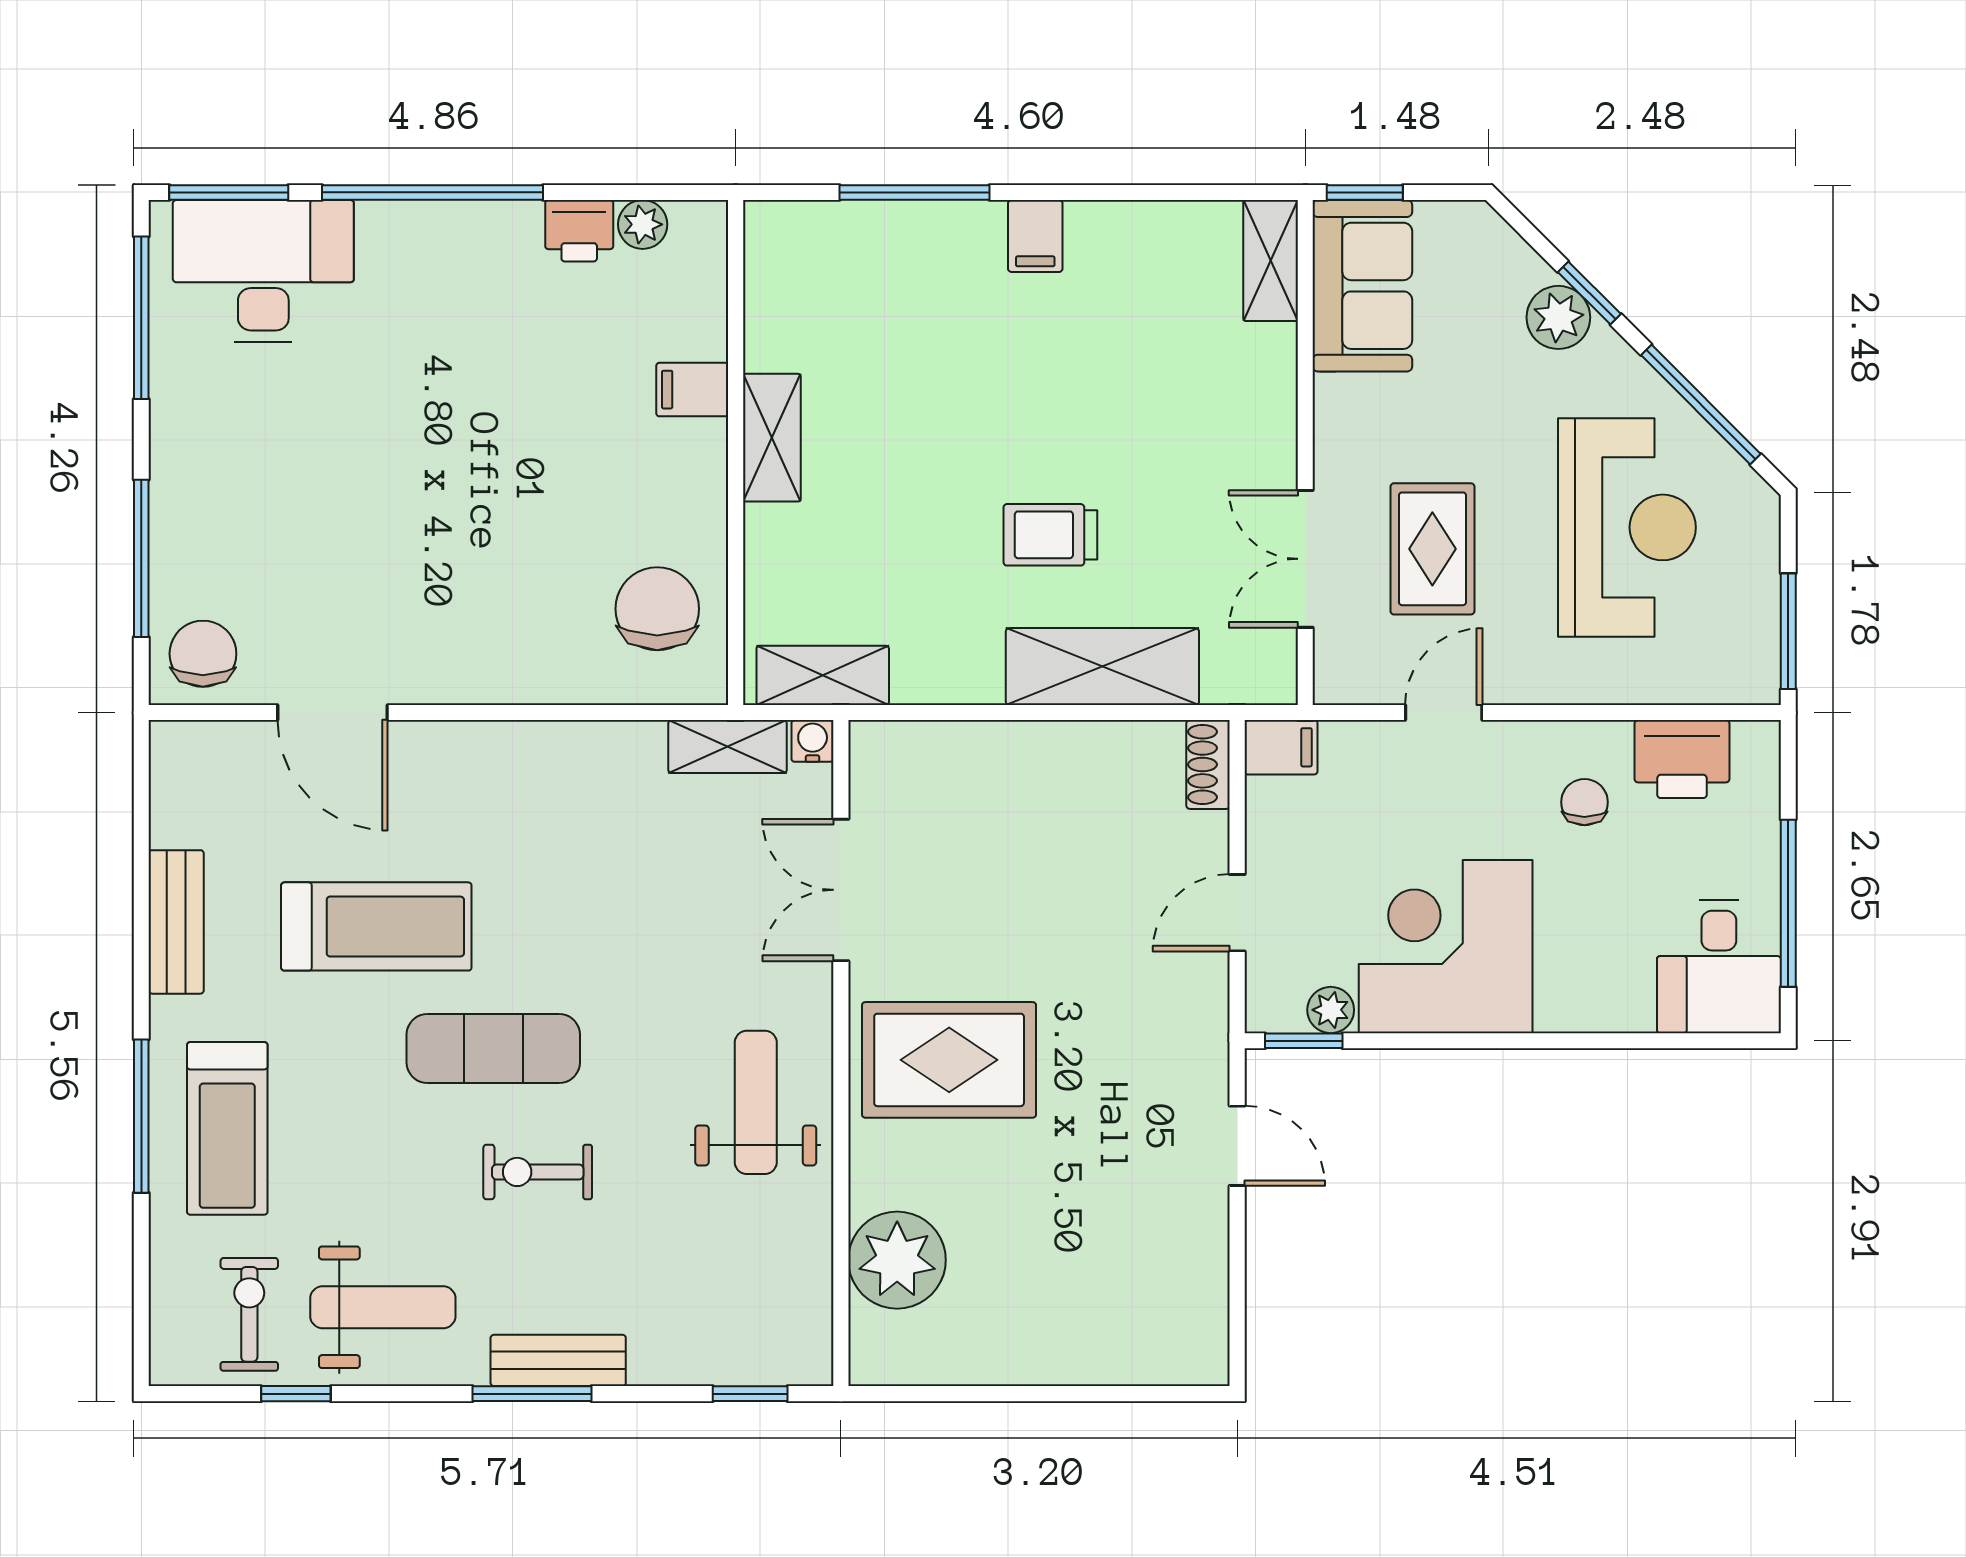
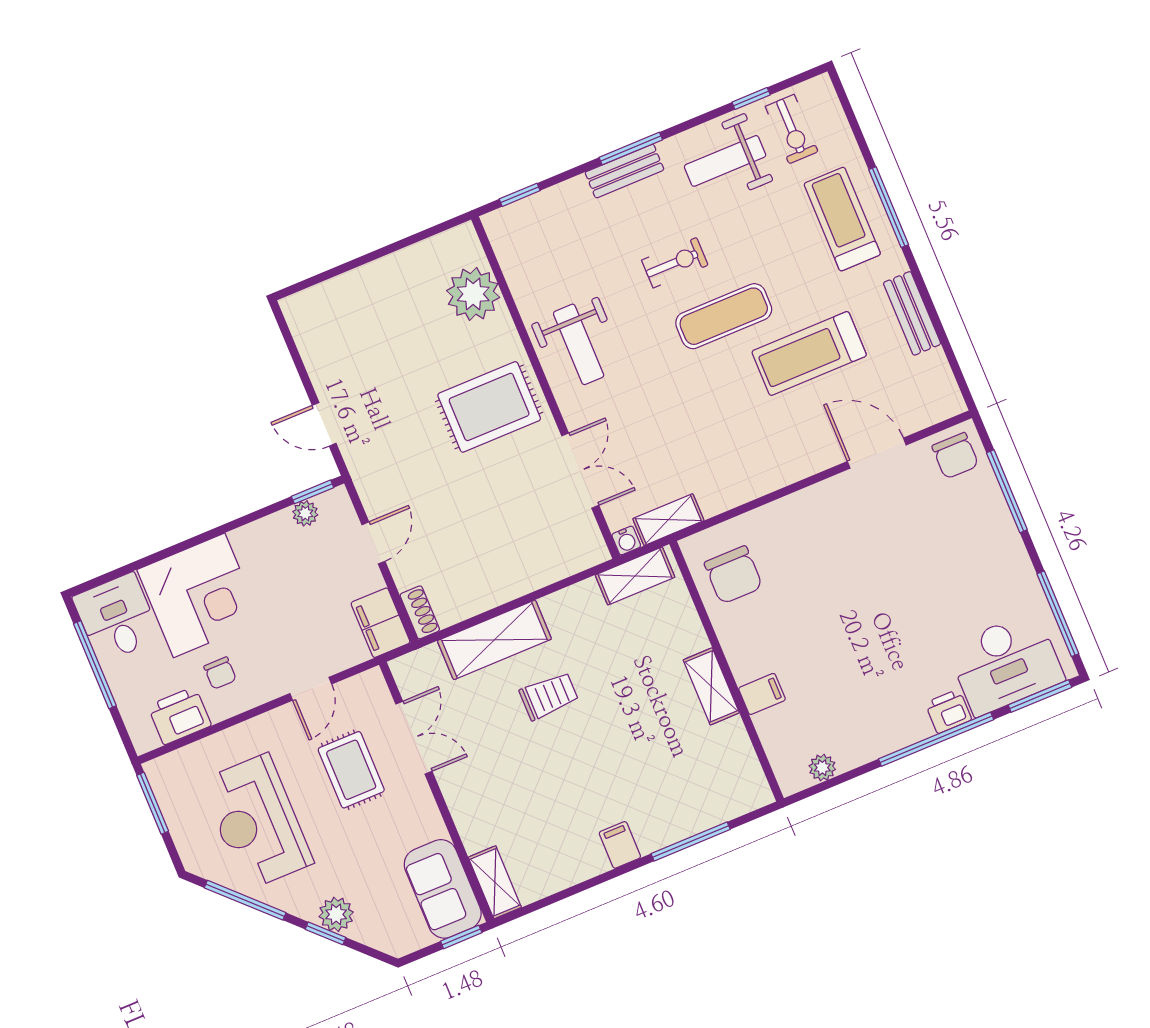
printer: (579, 231) -> (948, 711), moved
filing cabinet: (1281, 747) -> (381, 623), width x2.00
corner desk: (1446, 947) -> (199, 595), moved

